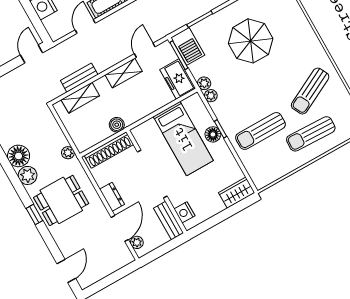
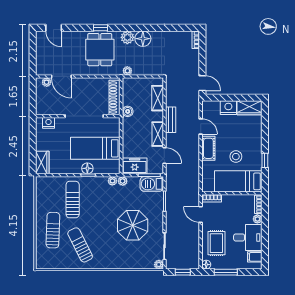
bench: (79, 78) -> (171, 120), moved
dresser: (112, 197) -> (84, 83), removed
bench: (169, 221) -> (49, 110), removed

